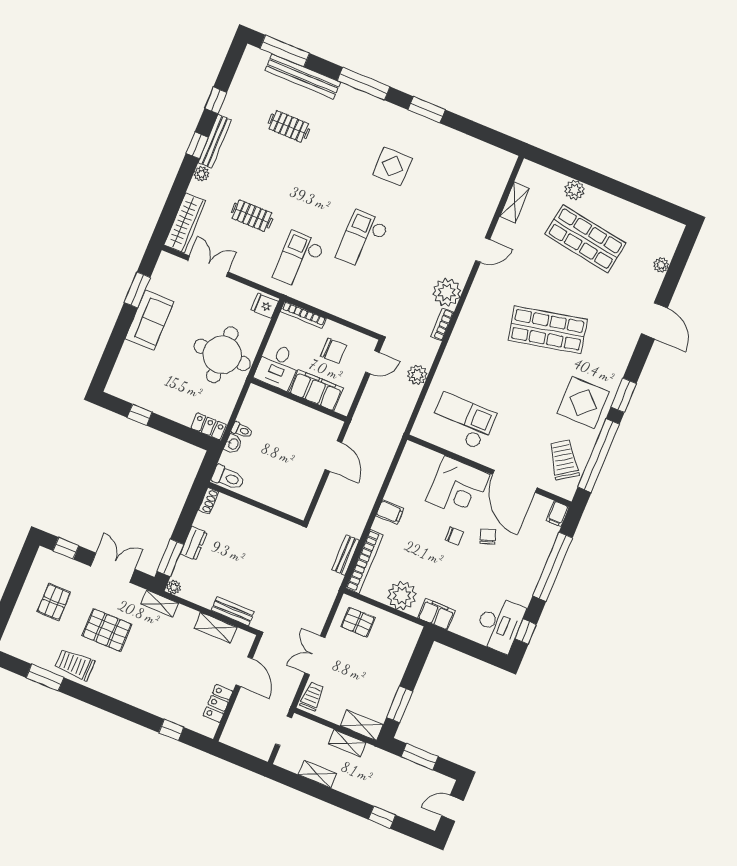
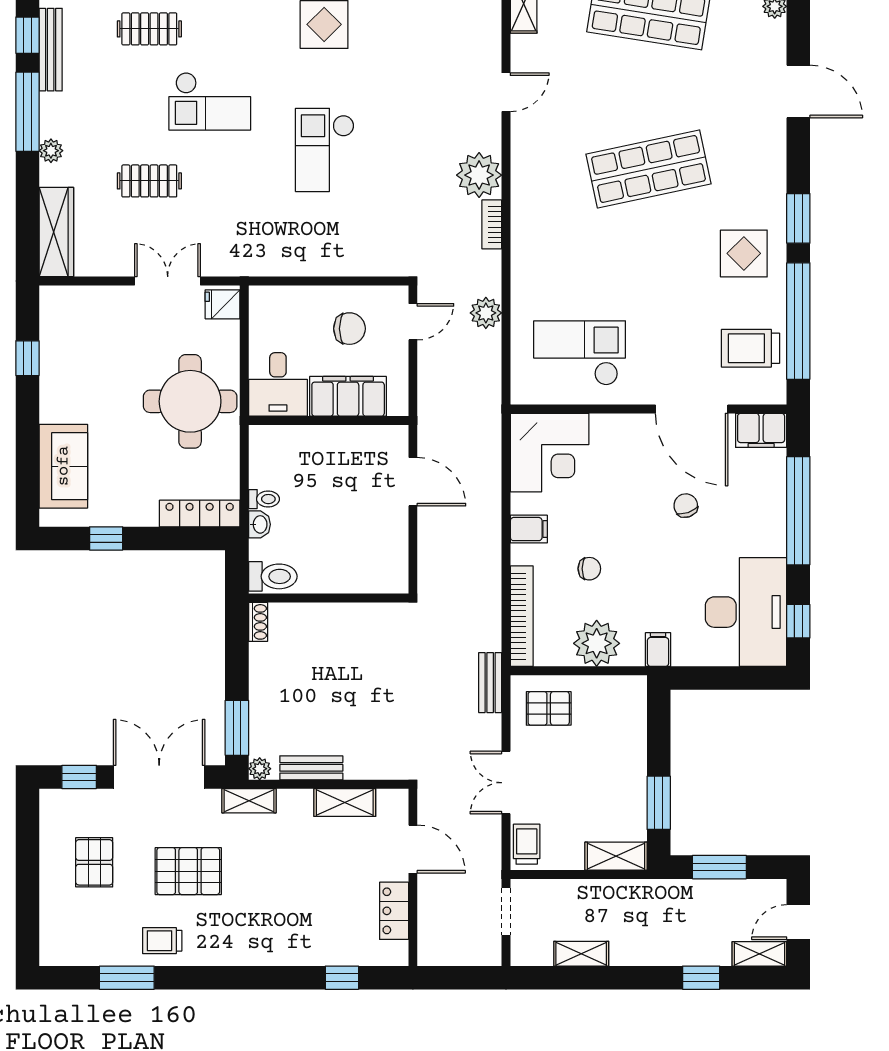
bench: (215, 141) -> (51, 50), moved
window: (197, 145) -> (27, 112), width x2.17
checkout: (299, 260) -> (210, 101), moved, turned -90
double door: (208, 266) -> (168, 281), moved
window: (137, 290) -> (27, 358), width x0.67
bookcase: (303, 315) -> (284, 294), removed
sofa: (149, 320) -> (63, 466), moved
display table: (583, 403) -> (744, 253), width x0.73, depth x0.73
locker: (209, 426) -> (200, 513), width x1.53
trolley: (564, 460) -> (750, 348), turned -56
corner desk: (458, 488) -> (550, 453), moved
filing cabinet: (558, 514) -> (761, 430), width x2.00
chair: (454, 536) -> (589, 569), moved
dresser: (194, 543) -> (262, 693), removed
bench: (346, 555) -> (490, 683), moved
double door: (113, 568) -> (159, 777), width x1.37
bench: (233, 611) -> (311, 768), moved
filing cabinet: (436, 614) -> (658, 650), width x0.50
desk: (499, 624) -> (746, 612), width x1.36, depth x1.30
trolley: (75, 664) -> (162, 941), width x0.73, depth x0.72
shelving: (347, 743) -> (759, 954), moved

